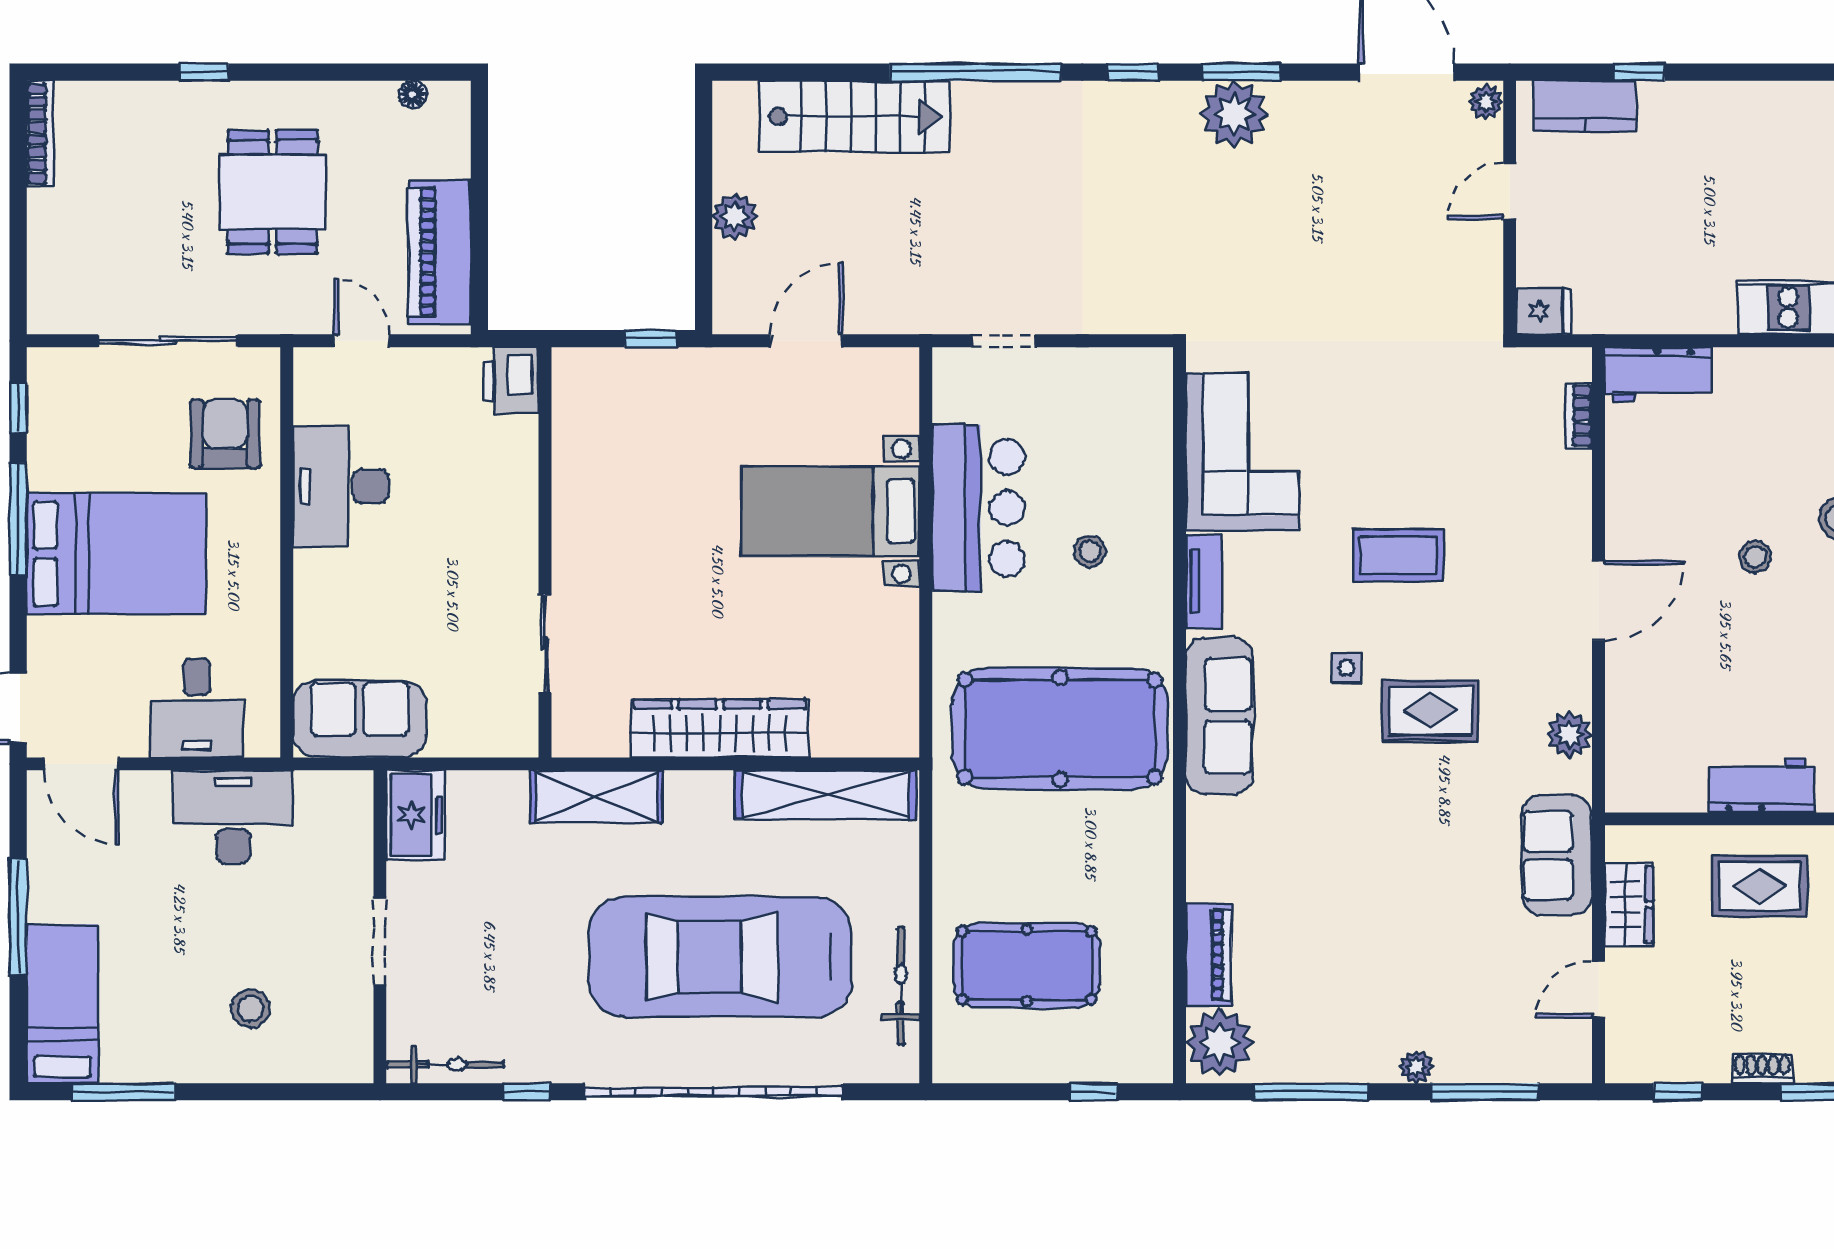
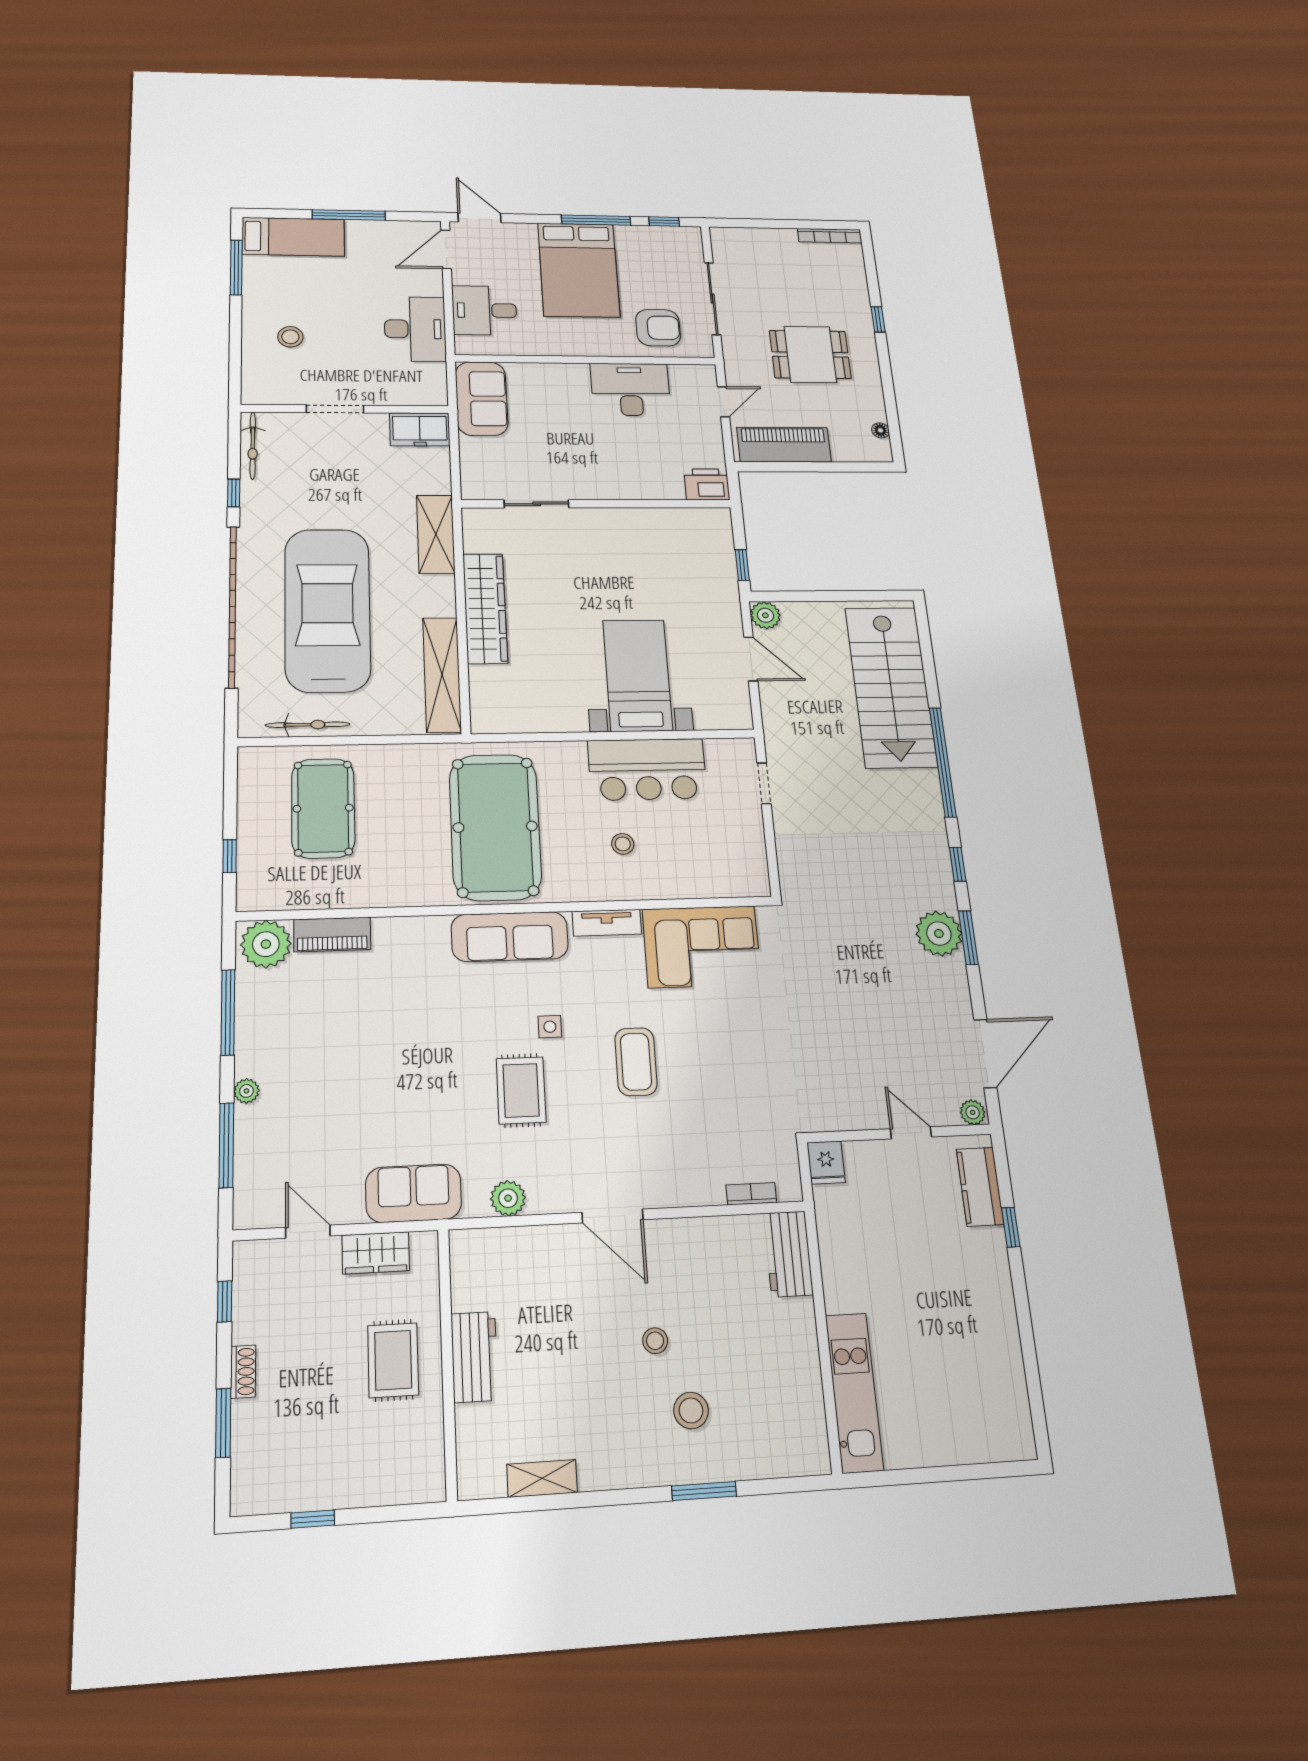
stairs: (854, 116) -> (891, 687), width x1.36, depth x1.51
plant: (735, 216) -> (765, 615), moved

